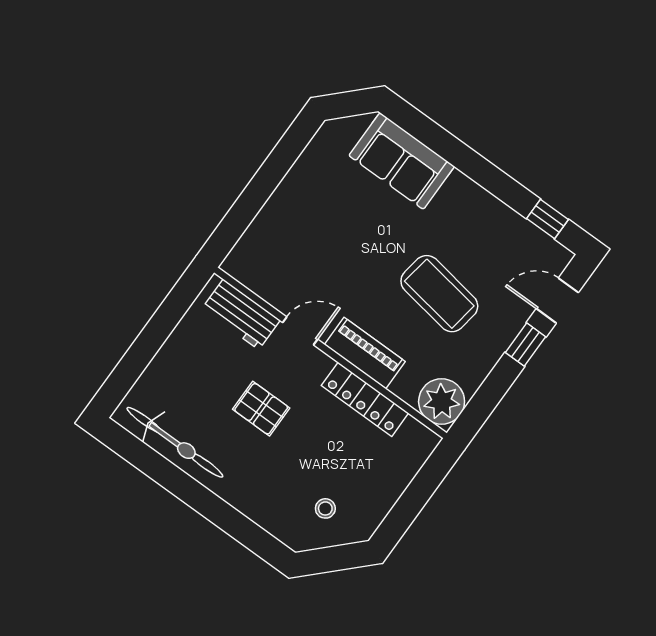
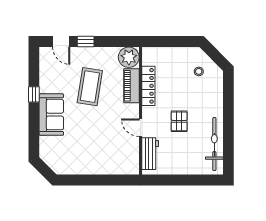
sofa: (402, 161) -> (51, 115), moved
window: (547, 219) -> (34, 94), moved
piano: (365, 353) -> (131, 86), moved

